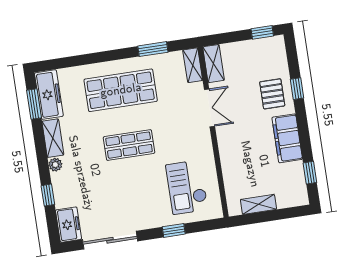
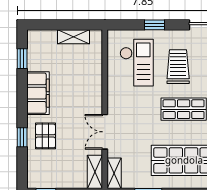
trolley: (142, 190) -> (178, 67), added

